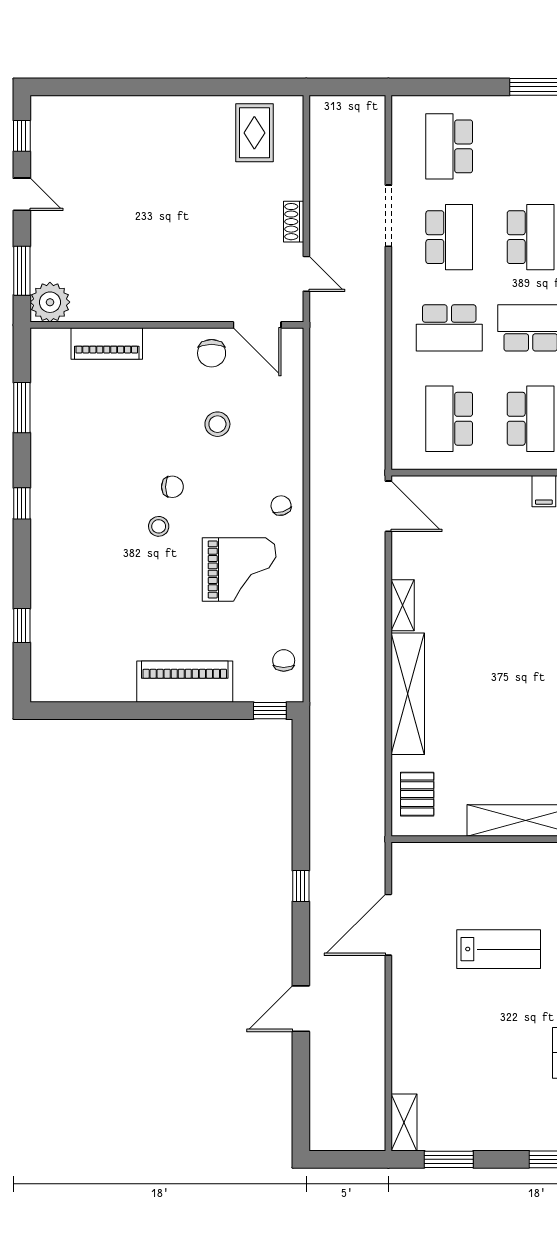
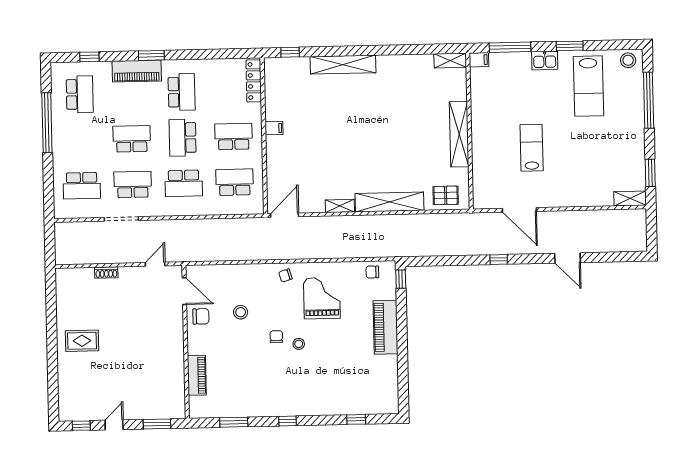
rug: (254, 133) -> (82, 341), moved
shoe rack: (294, 222) -> (106, 272), moved
plant: (50, 302) -> (174, 408), removed
door: (257, 325) -> (184, 291), hinge flipped
school desk: (449, 328) -> (184, 183), turned 90
school desk: (449, 419) -> (235, 182), turned 180

